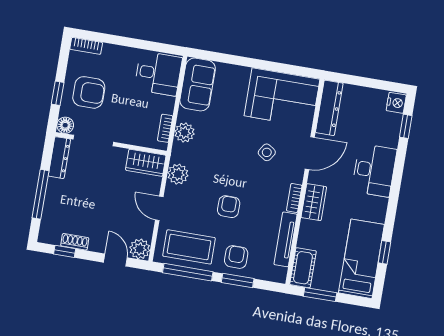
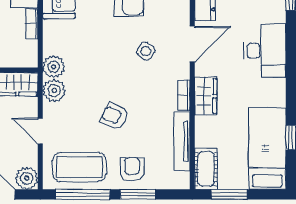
bookcase: (165, 128) -> (32, 24), moved
plant: (184, 132) -> (54, 67), moved
armchair: (229, 207) -> (115, 116), turned -66

